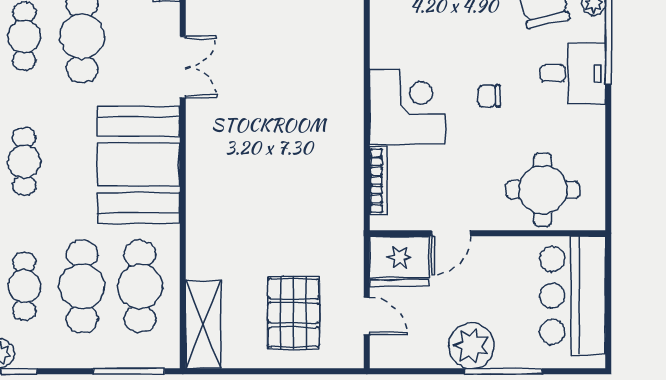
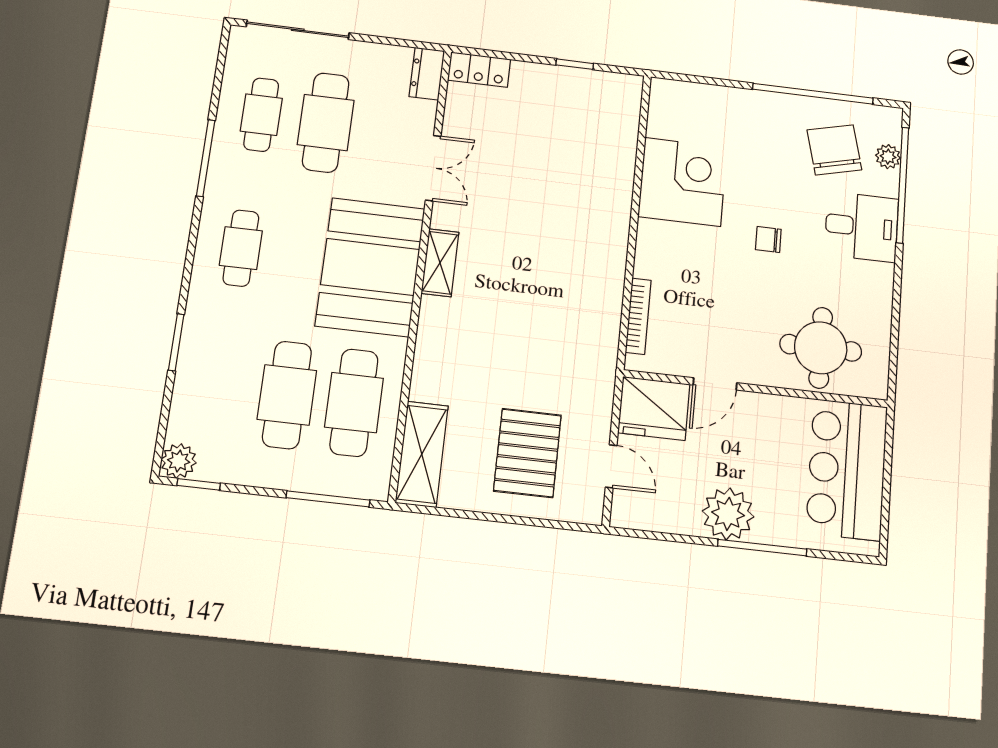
corner desk: (407, 107) -> (683, 182), moved
shelving: (199, 153) -> (440, 263), added
cafe table: (24, 286) -> (220, 387), removed

